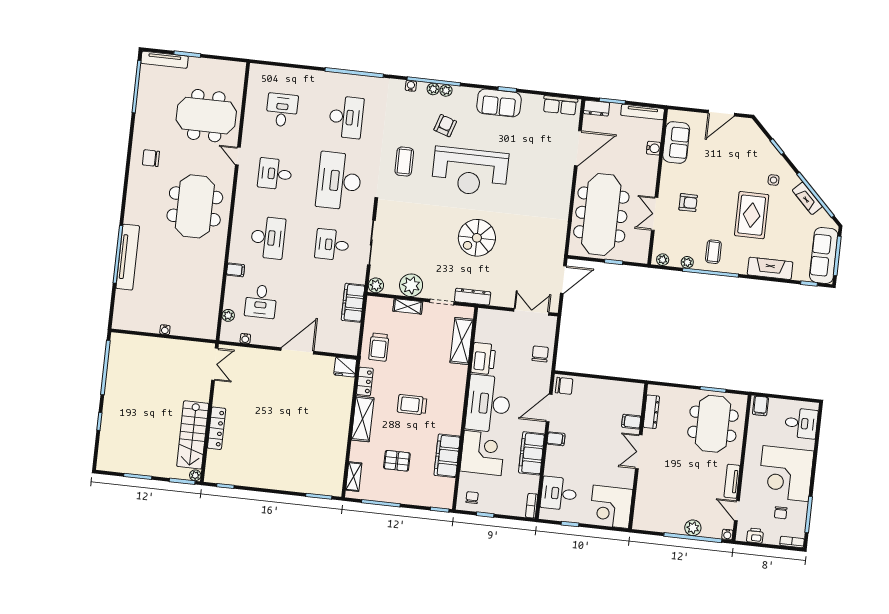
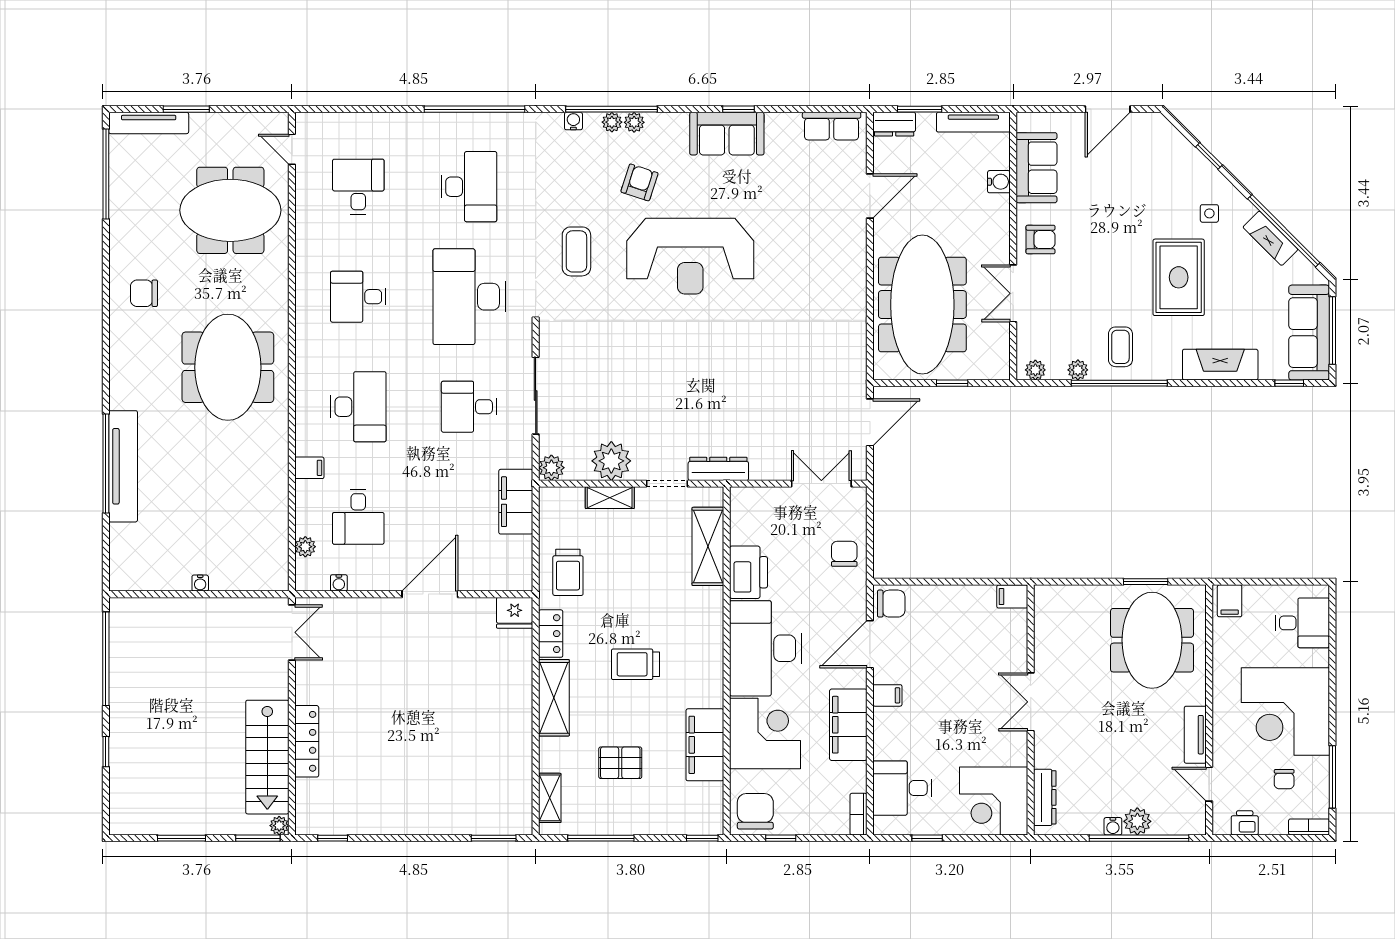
door: (578, 148) -> (870, 196), width x0.73
door: (238, 156) -> (292, 149), moved
armchair: (688, 203) -> (1040, 240), moved
spiral stairs: (477, 238) -> (715, 368), removed
dresser: (651, 412) -> (1045, 797), moved
filing cabinet: (631, 422) -> (1012, 597), moved
chair: (472, 498) -> (755, 811), width x1.87, depth x1.87
water cooler: (727, 534) -> (1113, 826), moved

